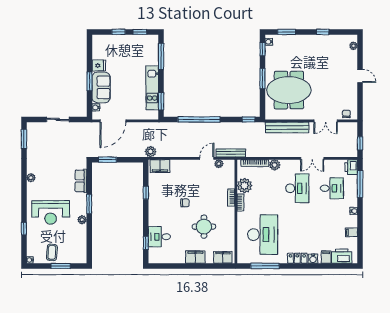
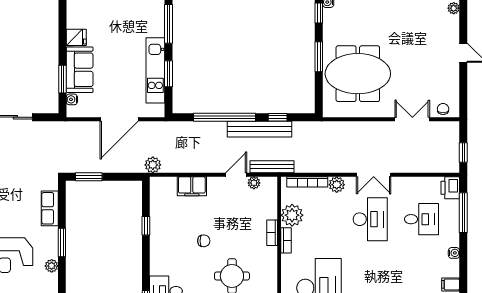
window: (90, 81) -> (63, 79), moved
window: (161, 101) -> (168, 74), moved
window: (249, 119) -> (278, 117), moved
door: (113, 121) -> (119, 119), moved
double door: (326, 121) -> (412, 119), swing flipped
bench: (287, 127) -> (260, 129), moved
double door: (312, 158) -> (374, 175), moved
filing cabinet: (160, 166) -> (192, 186), moved

